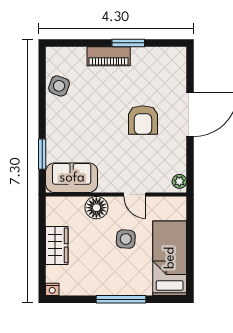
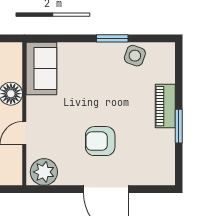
window: (42, 154) -> (112, 38), moved
plant: (179, 181) -> (44, 172), width x1.88, depth x1.88

